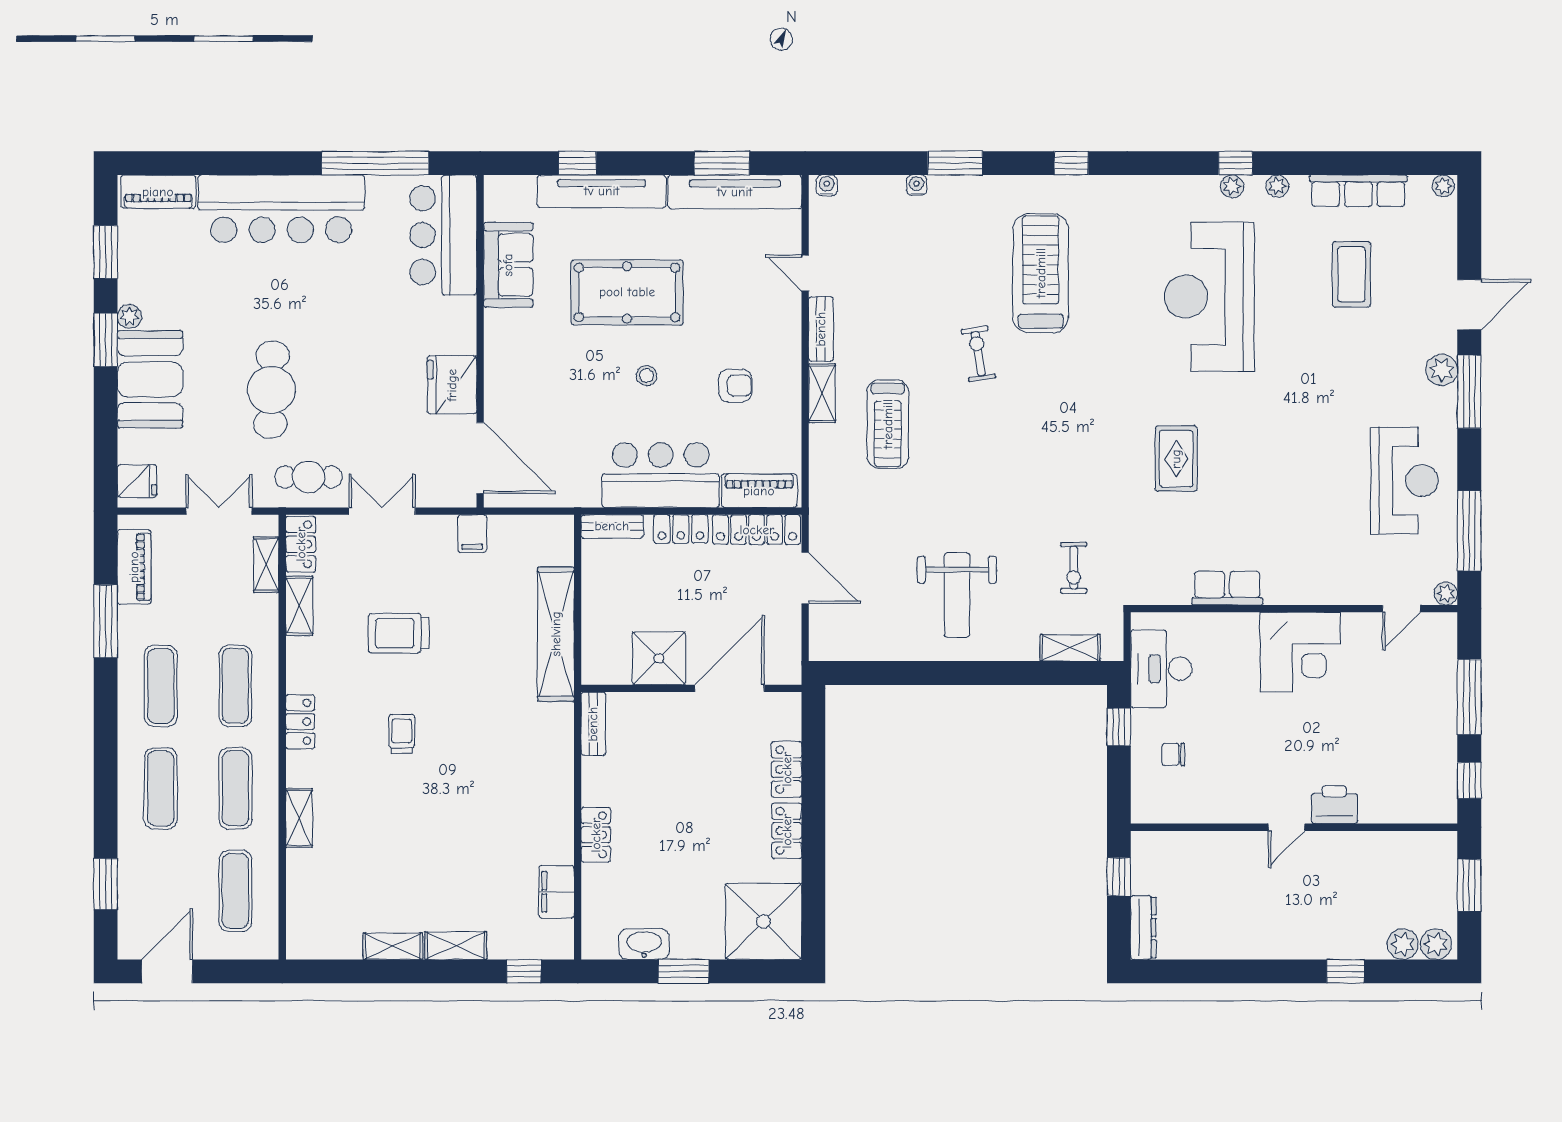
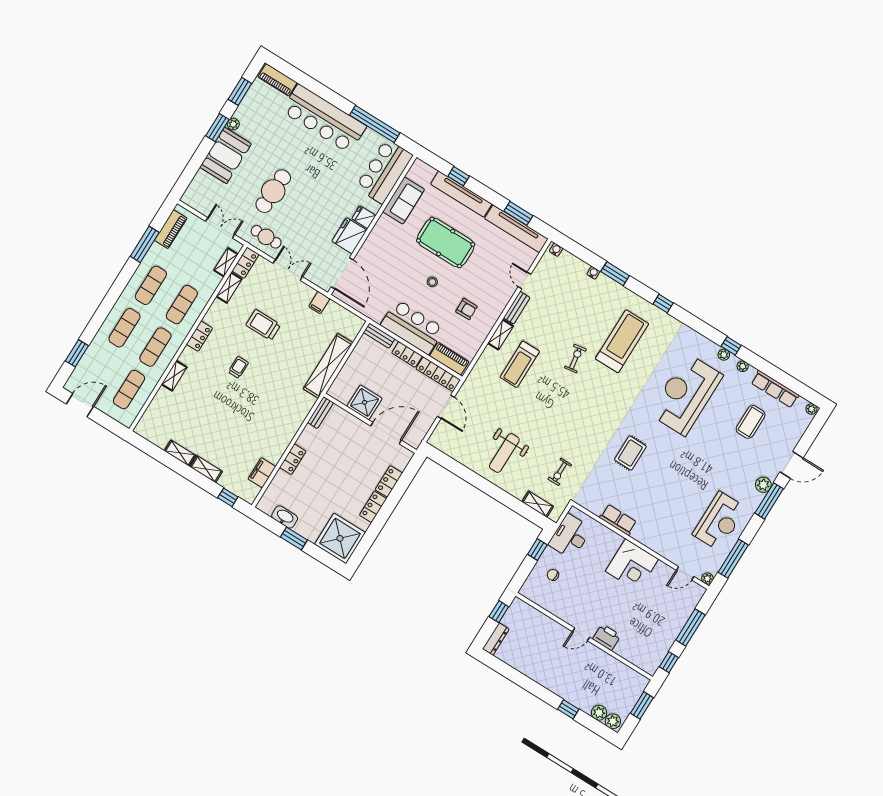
fridge: (137, 481) -> (364, 217), moved, turned 180

